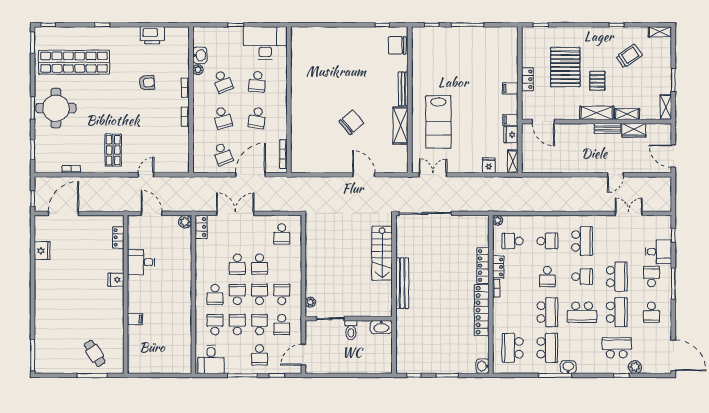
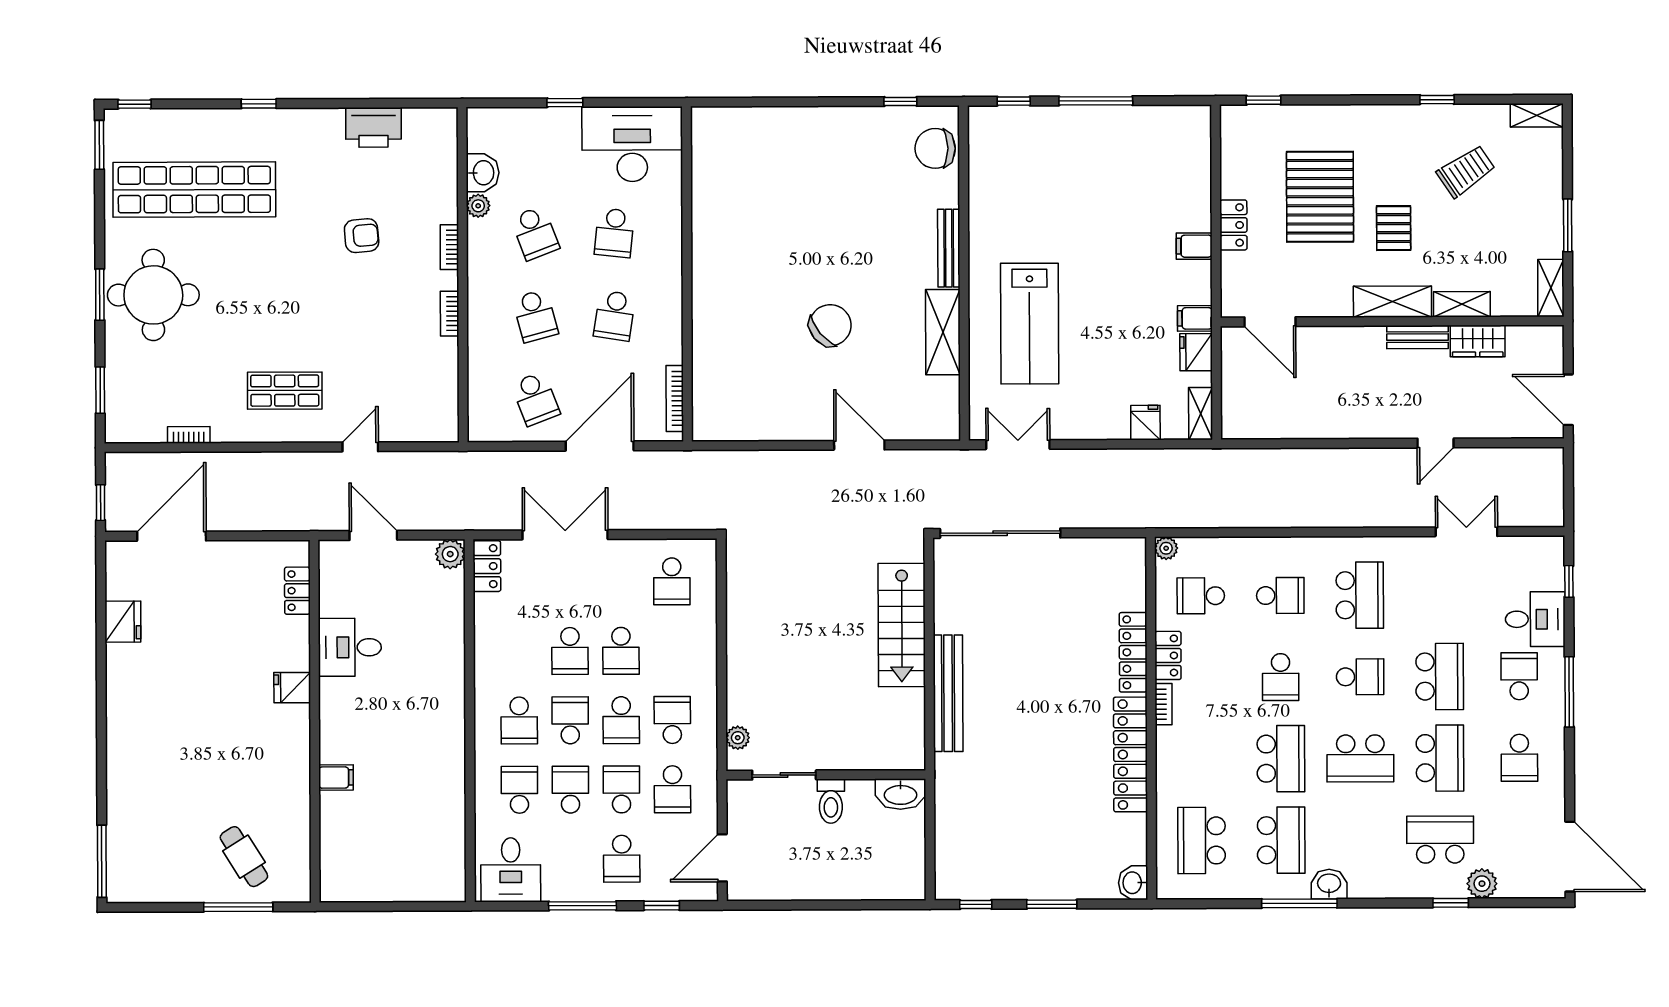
shop shelf: (113, 150) -> (285, 391), turned 90
school desk: (260, 294) -> (621, 720), turned 180

